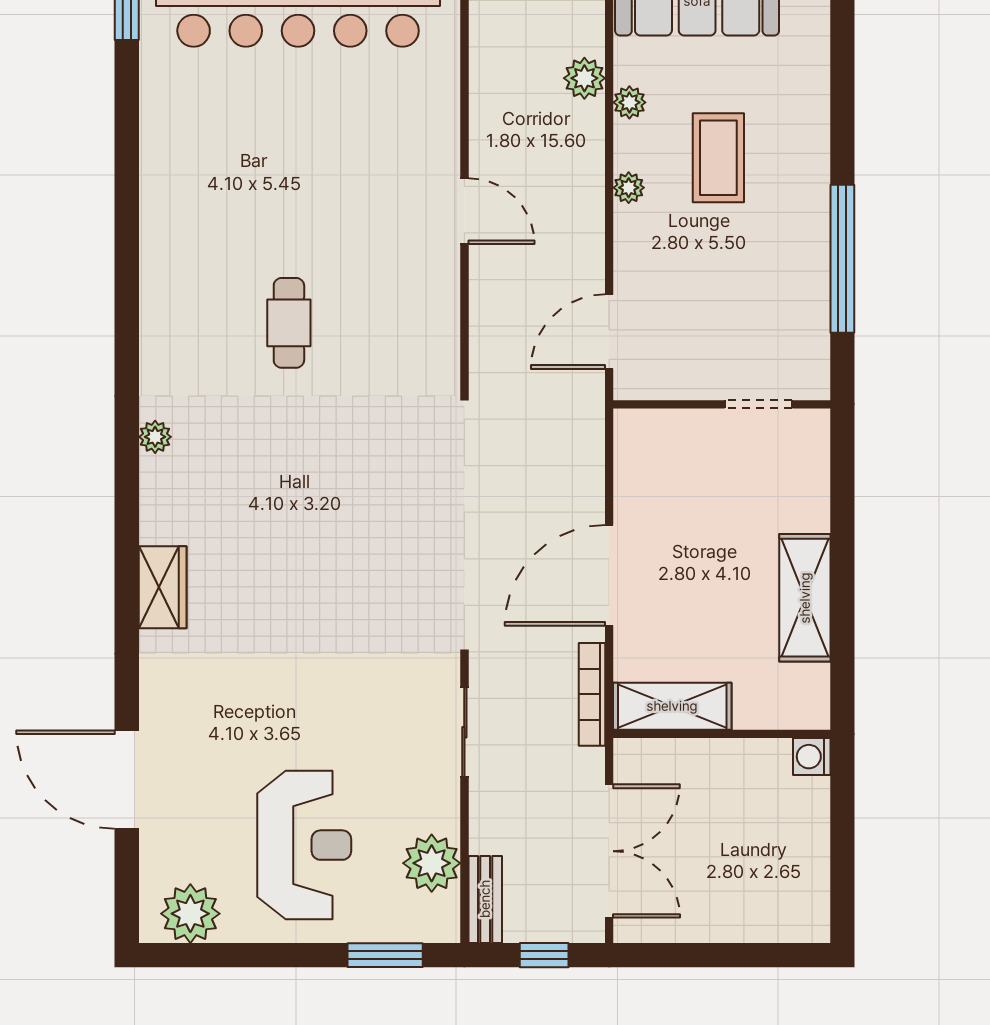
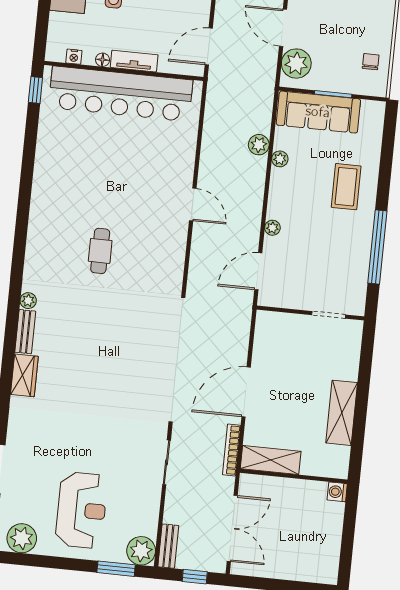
coffee table: (718, 158) -> (346, 187), moved
plant: (629, 188) -> (272, 228), moved
bench: (155, 500) -> (25, 332), added
plant: (432, 863) -> (141, 551), moved

